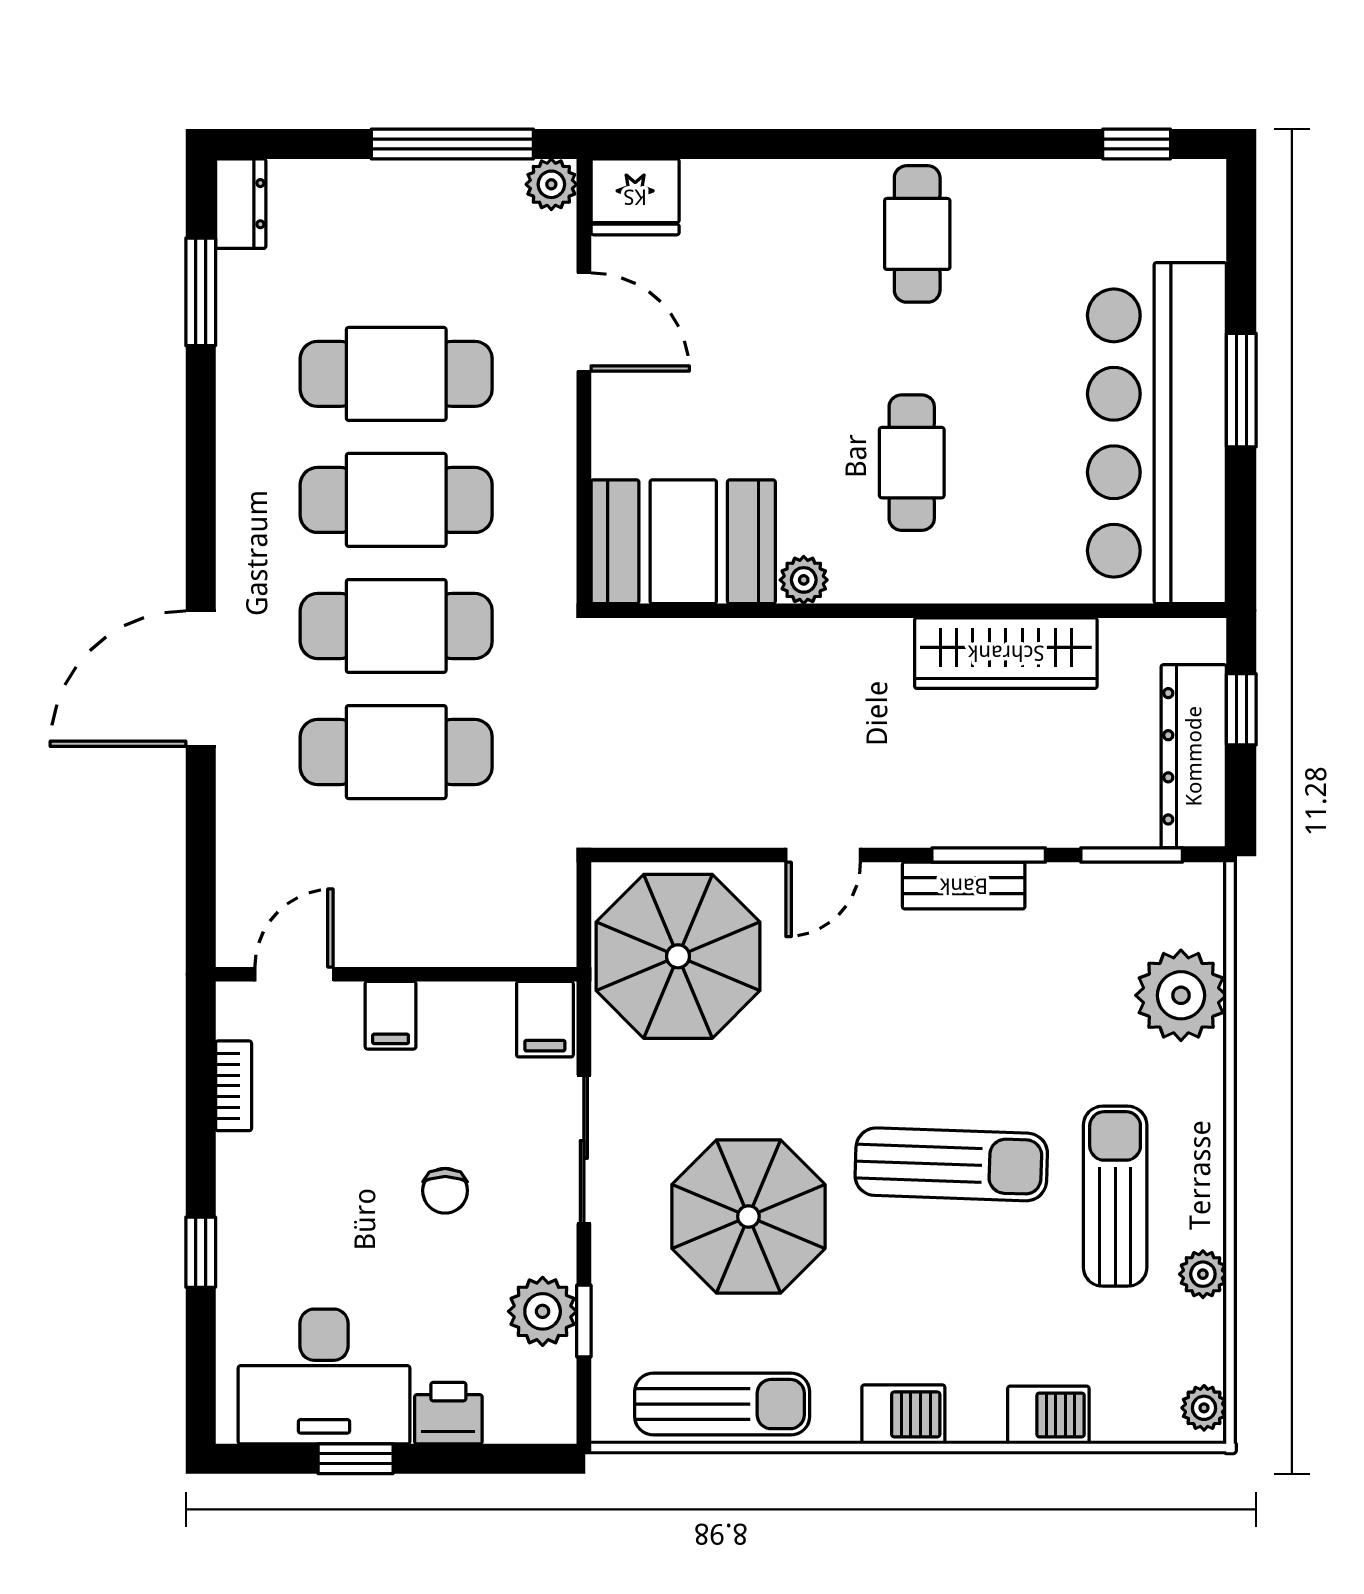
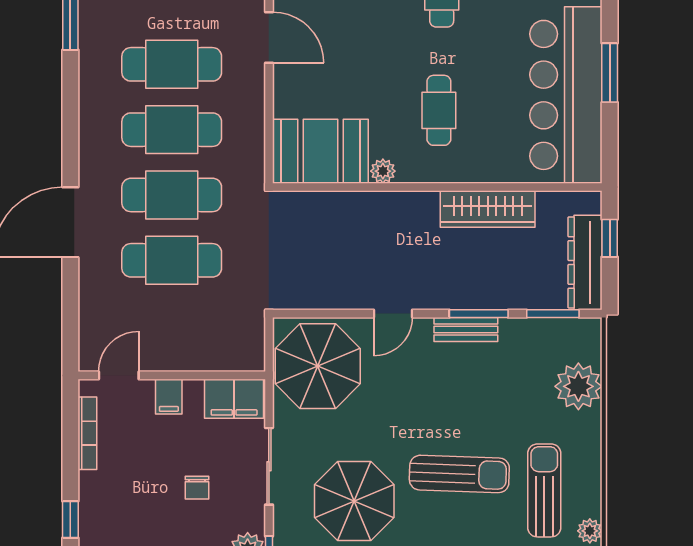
filing cabinet: (545, 1019) -> (234, 399), width x2.00
bookcase: (234, 1086) -> (87, 433), width x1.56

